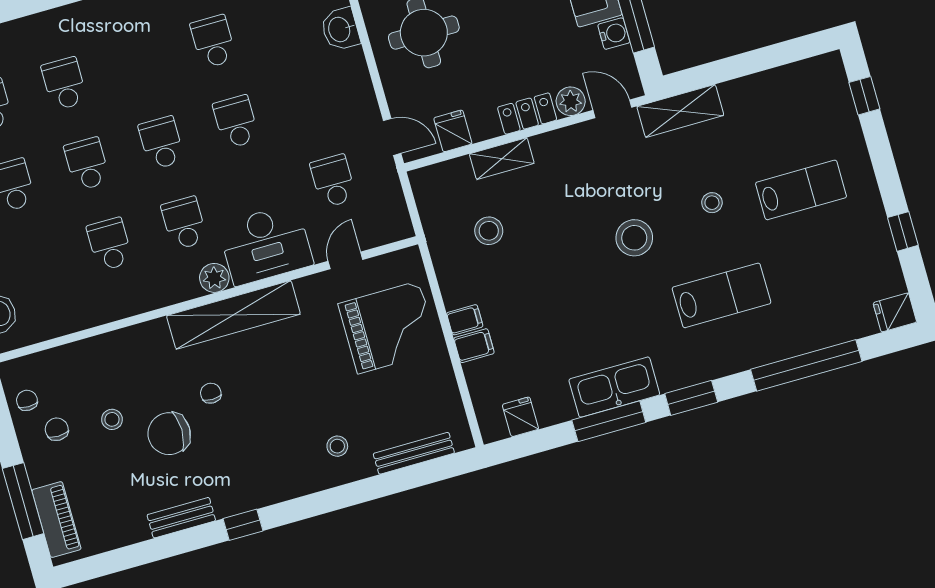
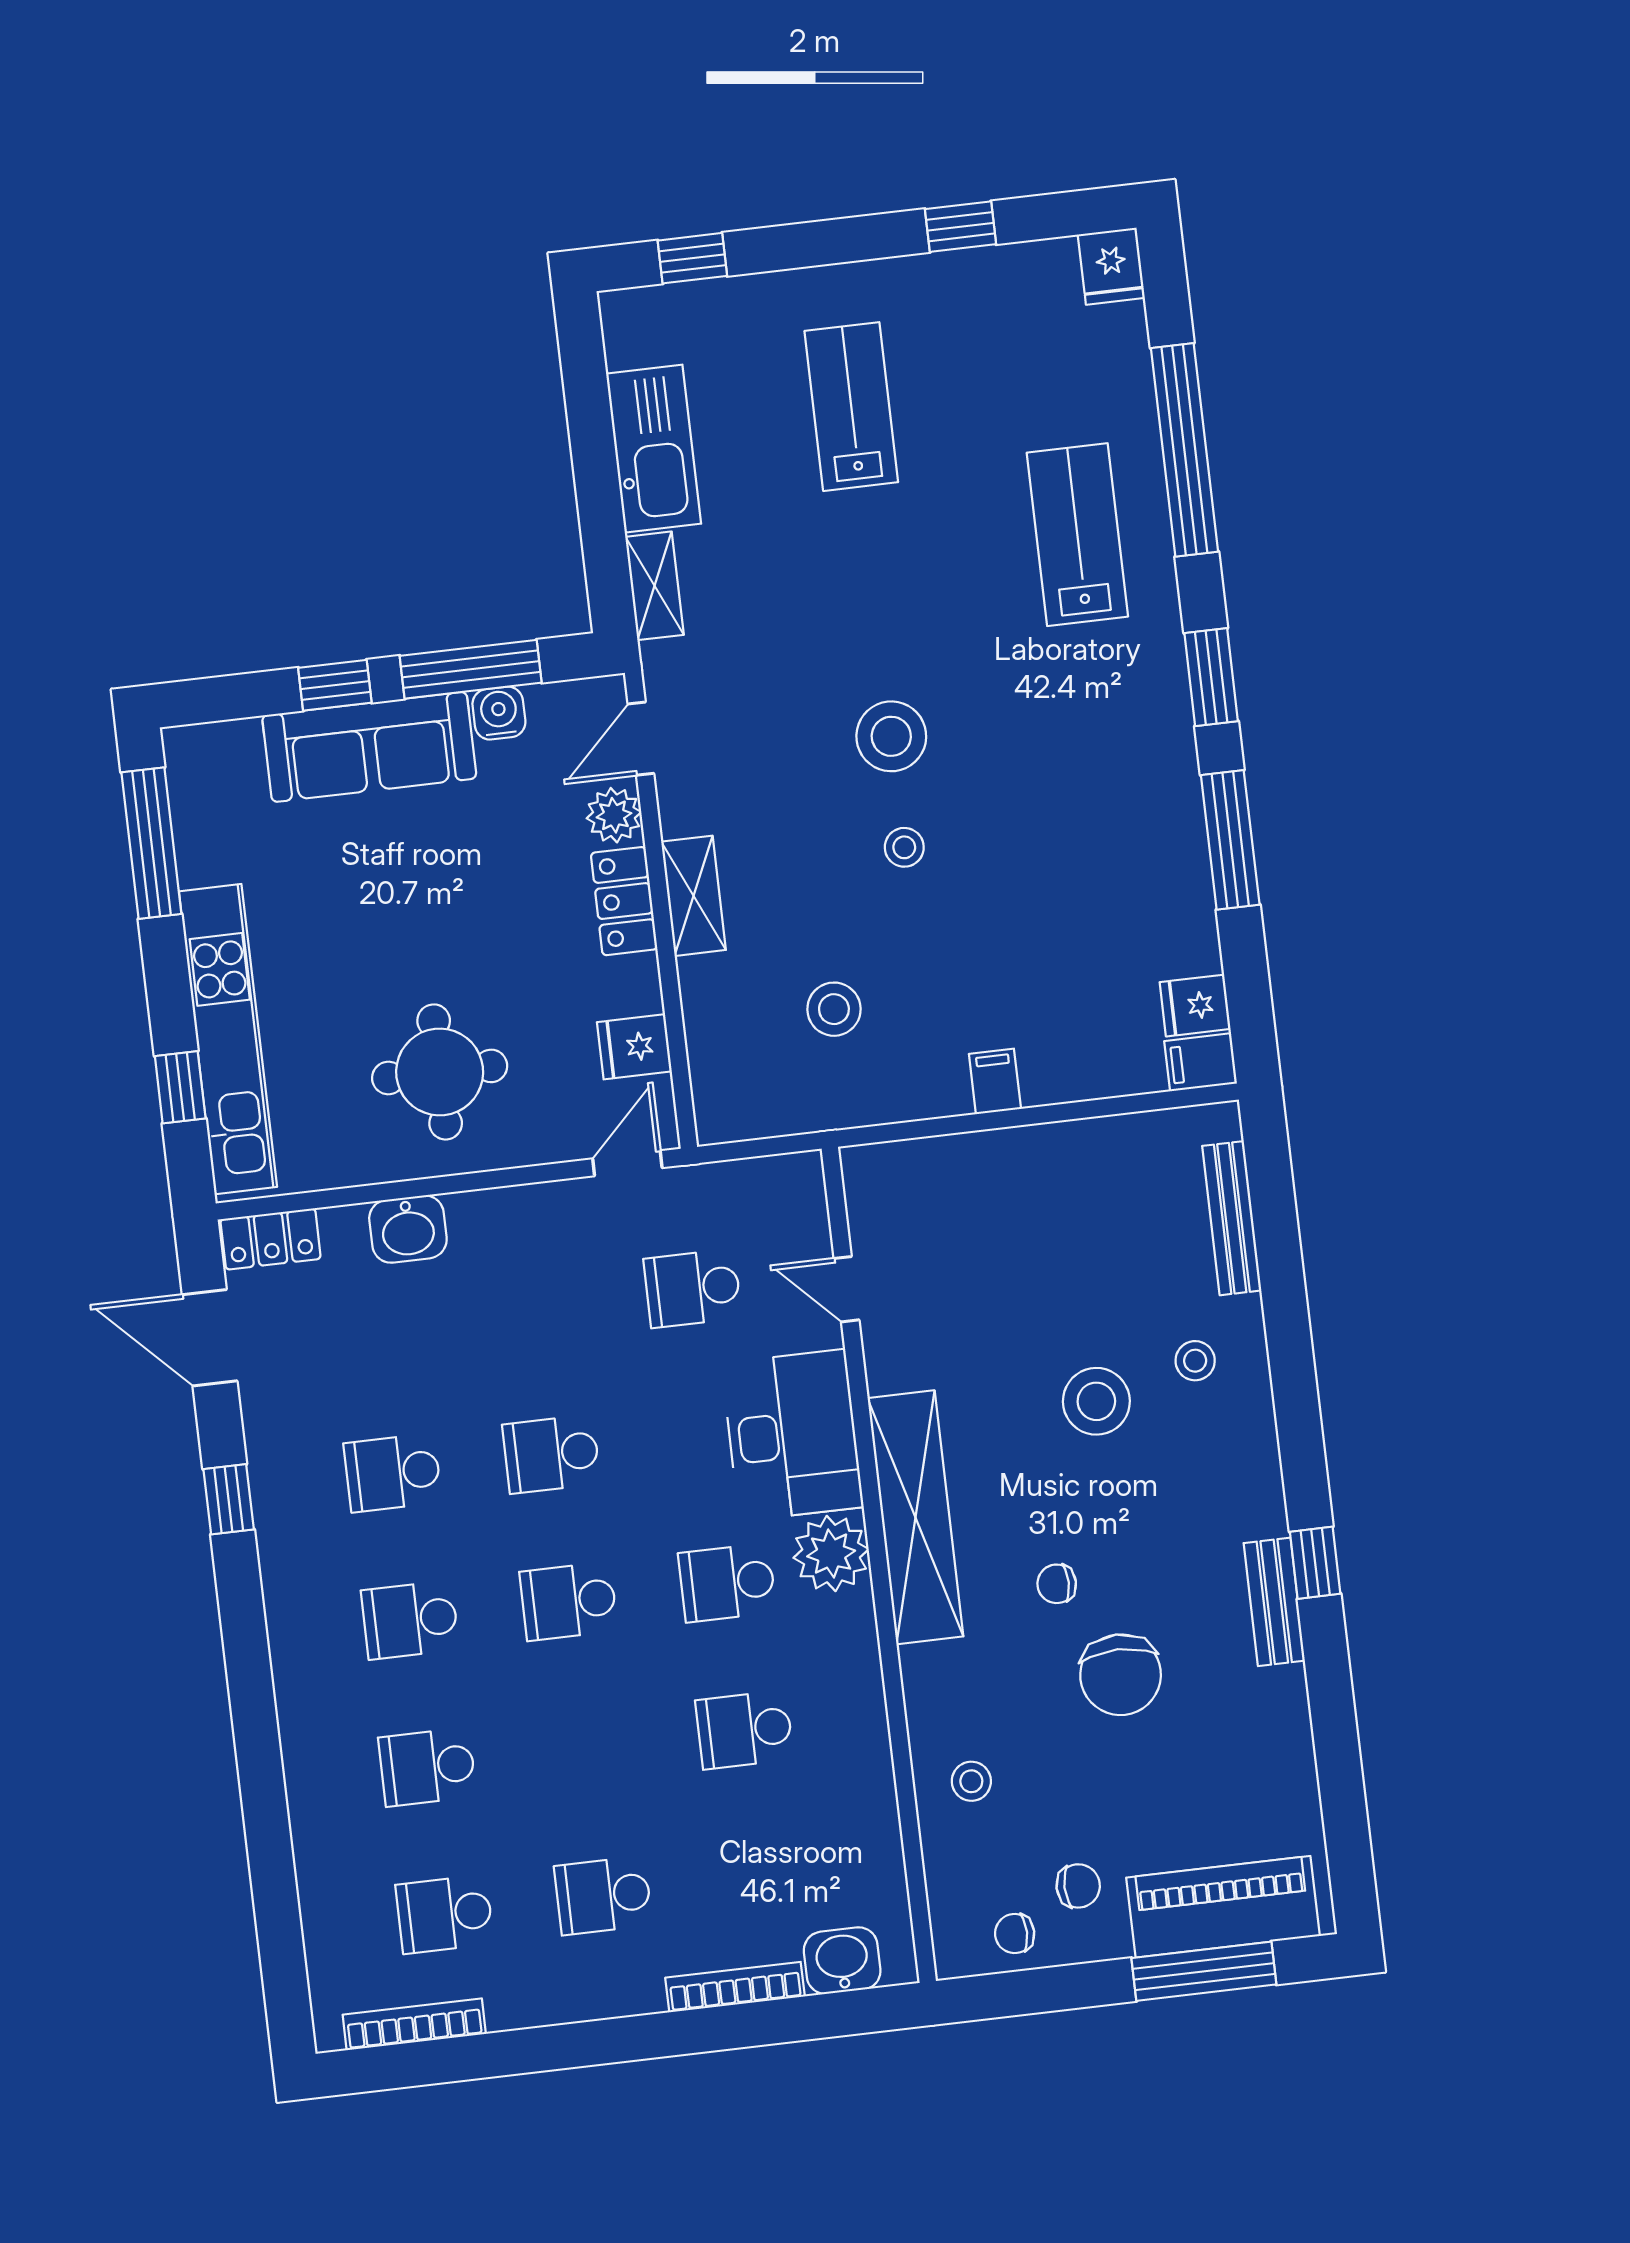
shelving: (680, 111) -> (655, 586), width x0.67, depth x0.75
shelving: (502, 159) -> (694, 896), moved
school desk: (87, 164) -> (410, 1620), moved
stool: (712, 203) -> (904, 847), moved
plant: (214, 278) -> (831, 1554), width x1.36, depth x1.36
lab bench: (721, 295) -> (1077, 535), moved
grand piano: (388, 327) -> (986, 1228), removed
filing cabinet: (474, 346) -> (1201, 1062), moved, turned -90
kitchen sink: (614, 387) -> (654, 449), moved, turned 180
stool: (308, 399) -> (1096, 1401), added
stool: (112, 419) -> (971, 1781), moved
chair: (57, 429) -> (1078, 1886), turned 180
bench: (181, 518) -> (1274, 1602), moved
piano: (56, 520) -> (1223, 1907), width x1.37, depth x1.33

